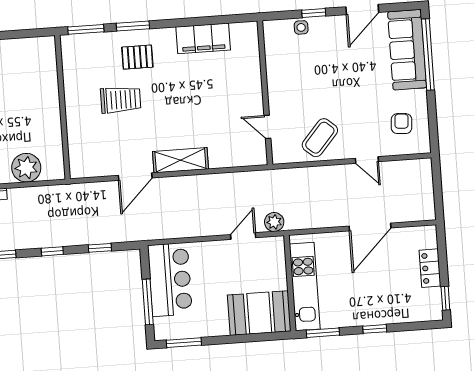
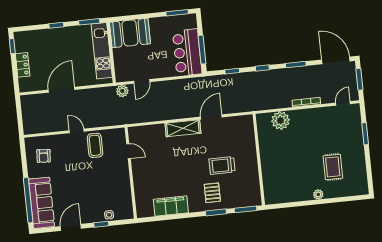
pallet: (137, 57) -> (212, 193), turned 90
coffee table: (320, 138) -> (95, 145), turned -41
door: (367, 160) -> (77, 131), moved
window: (148, 302) -> (202, 50), moved

